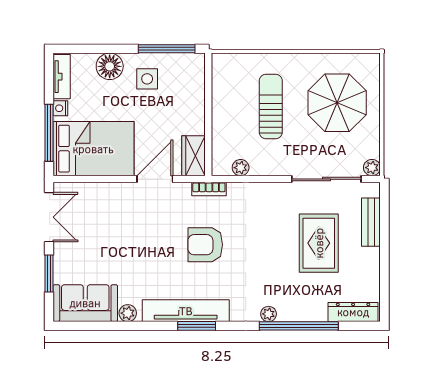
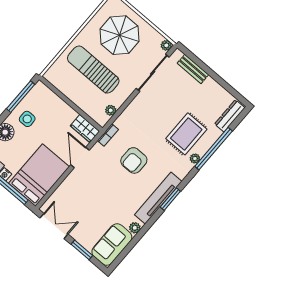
sun lounger: (271, 107) -> (93, 70), width x1.36, depth x1.34
rug: (319, 243) -> (186, 134), moved, turned 90

